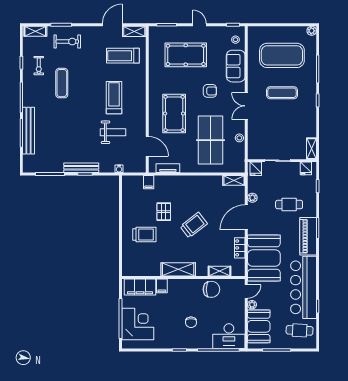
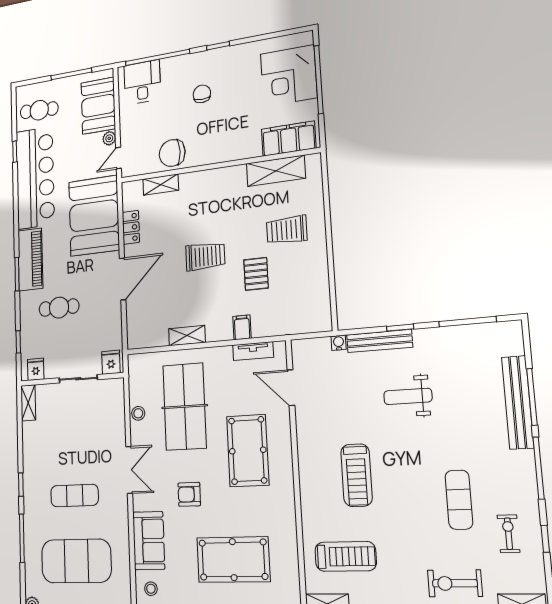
weight bench: (113, 132) -> (408, 396), moved
bench: (81, 168) -> (379, 341), moved
shelving: (234, 180) -> (187, 336), moved
filing cabinet: (149, 182) -> (242, 327), moved
plant: (252, 198) -> (114, 313), removed
trolley: (194, 225) -> (205, 256), turned -142
shelving: (178, 269) -> (276, 171), moved
filing cabinet: (162, 286) -> (252, 146), removed
desk: (229, 336) -> (142, 82), width x0.73

